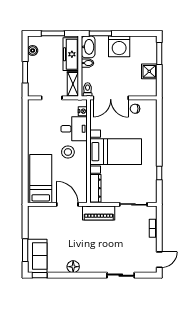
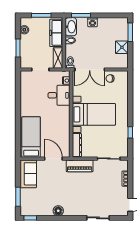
washing machine: (119, 46) -> (93, 22), width x0.53, depth x0.53
stool: (68, 152) -> (54, 115), removed
sofa: (37, 256) -> (28, 174), moved

